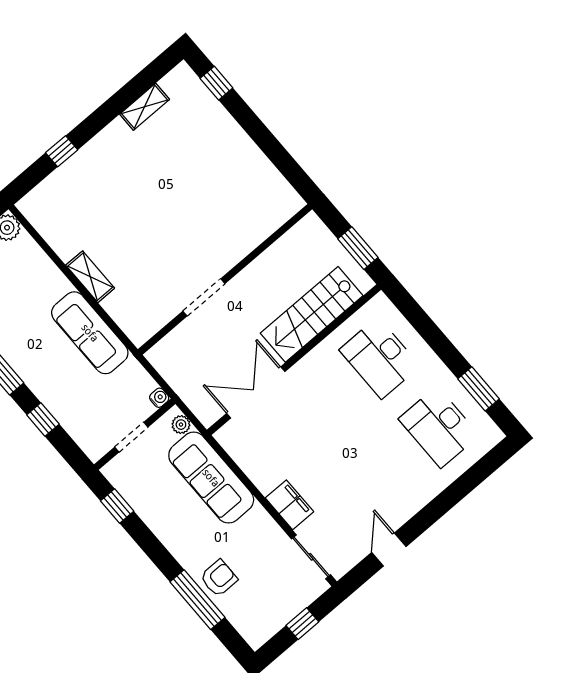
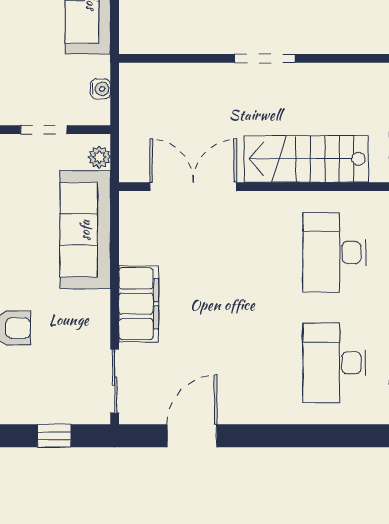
doorway: (204, 297) -> (265, 58), moved
water cooler: (159, 398) -> (100, 89), moved
filing cabinet: (289, 505) -> (139, 304), width x1.50, depth x1.17
door: (389, 550) -> (192, 436), width x1.38

